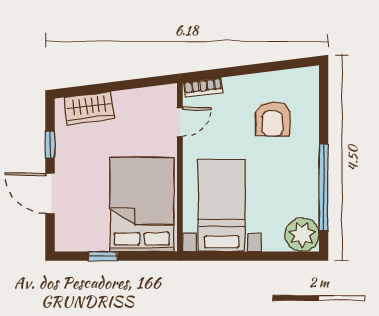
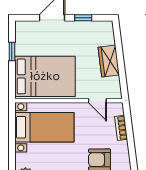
bookcase: (203, 88) -> (121, 128), moved
wardrobe: (89, 108) -> (109, 61), moved

